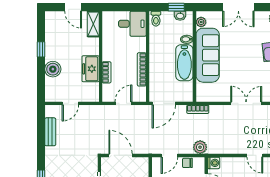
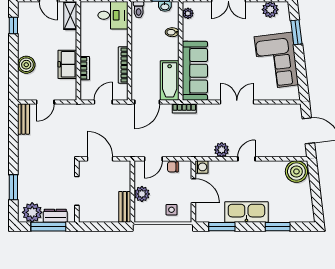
window: (41, 49) -> (13, 26), moved
sofa: (208, 55) -> (195, 71), moved
bathtub: (184, 63) -> (170, 80), moved
bench: (50, 132) -> (23, 119), moved
plant: (200, 147) -> (222, 150), moved
door: (255, 155) -> (246, 159), swing flipped

